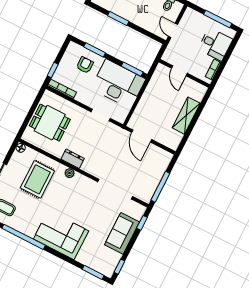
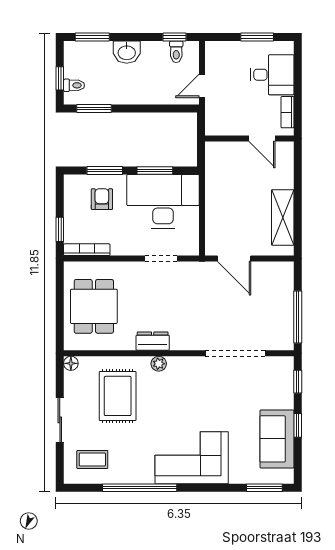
window: (118, 18) -> (94, 109), moved
window: (218, 19) -> (257, 37), width x0.69
door: (173, 30) -> (202, 86), hinge flipped
window: (132, 69) -> (155, 170), moved
door: (179, 71) -> (262, 139), moved
shelving: (186, 116) -> (283, 217), moved
dining table: (50, 123) -> (94, 306), turned 90
sofa: (122, 233) -> (277, 439), moved
window: (119, 267) -> (298, 425), moved

